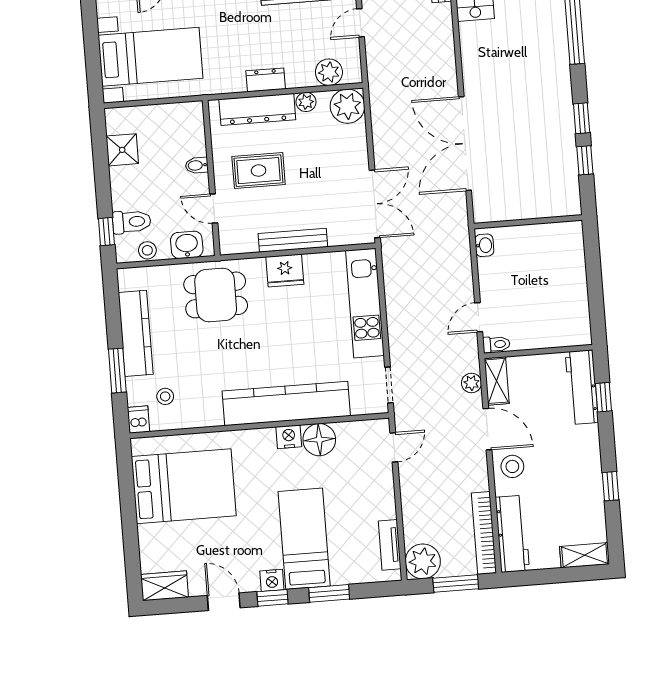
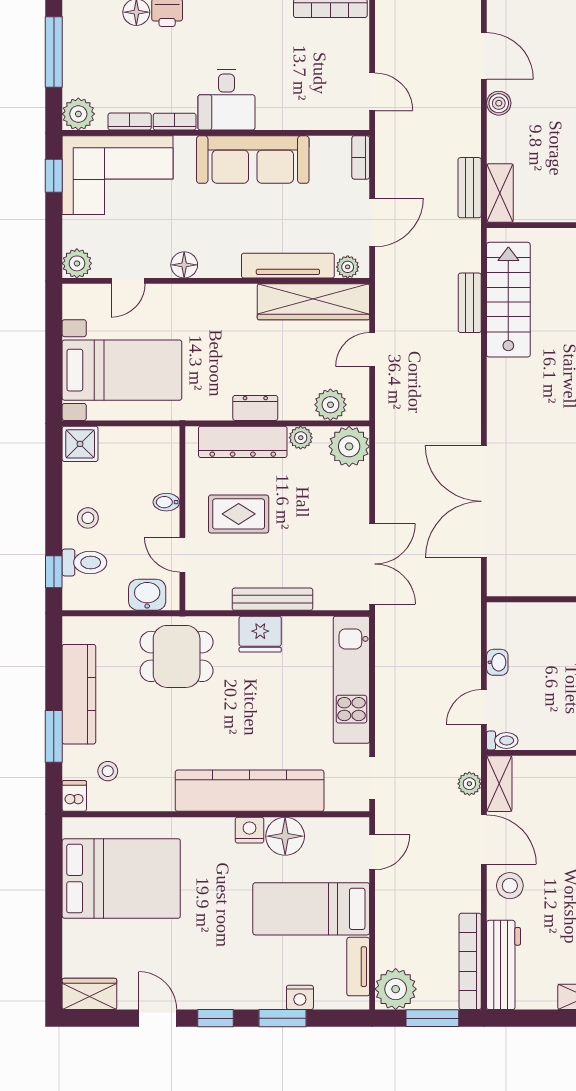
shower: (122, 150) -> (80, 444), moved
washbasin: (484, 245) -> (497, 662), moved
stool: (147, 250) -> (88, 518), moved
bed: (304, 539) -> (311, 909), moved, turned -90
nightstand: (272, 580) -> (300, 997), moved

